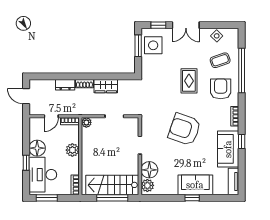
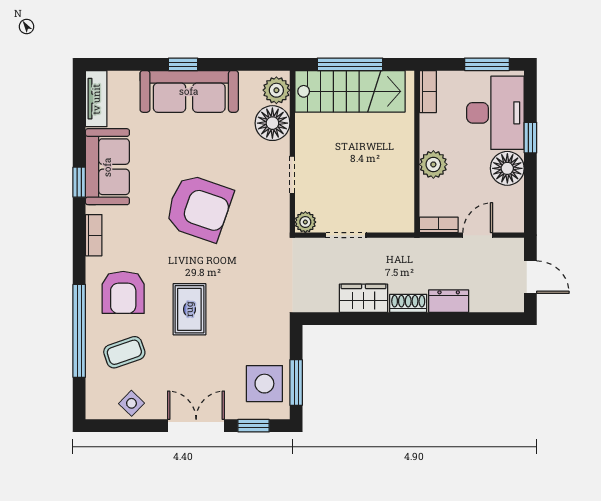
plant: (86, 122) -> (305, 222), moved
sofa: (195, 185) -> (189, 91), width x1.36

